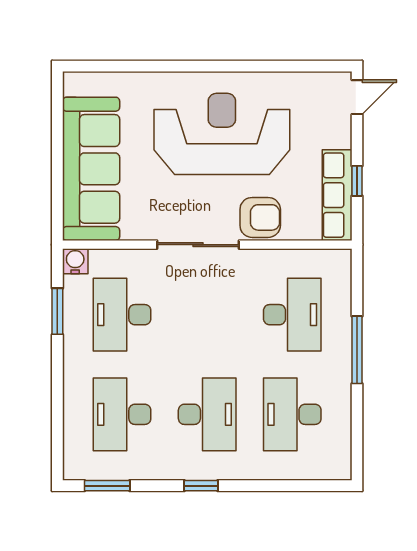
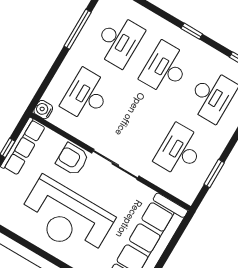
water cooler: (75, 261) -> (43, 110), moved, turned 90
desk: (122, 315) -> (180, 151), turned 180
window: (357, 350) -> (78, 29), moved

